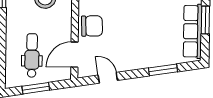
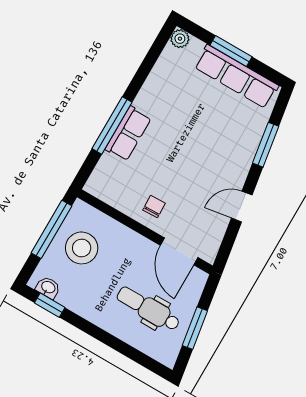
chair: (92, 26) -> (154, 207), width x0.54, depth x0.54
door: (108, 78) -> (242, 207), moved

